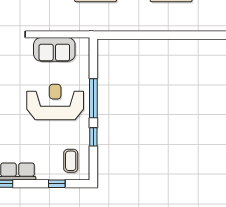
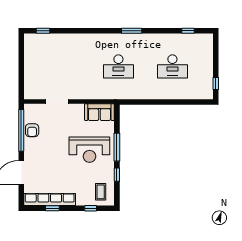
sofa: (54, 49) -> (99, 112), moved
reception desk: (55, 102) -> (89, 150), turned 180

